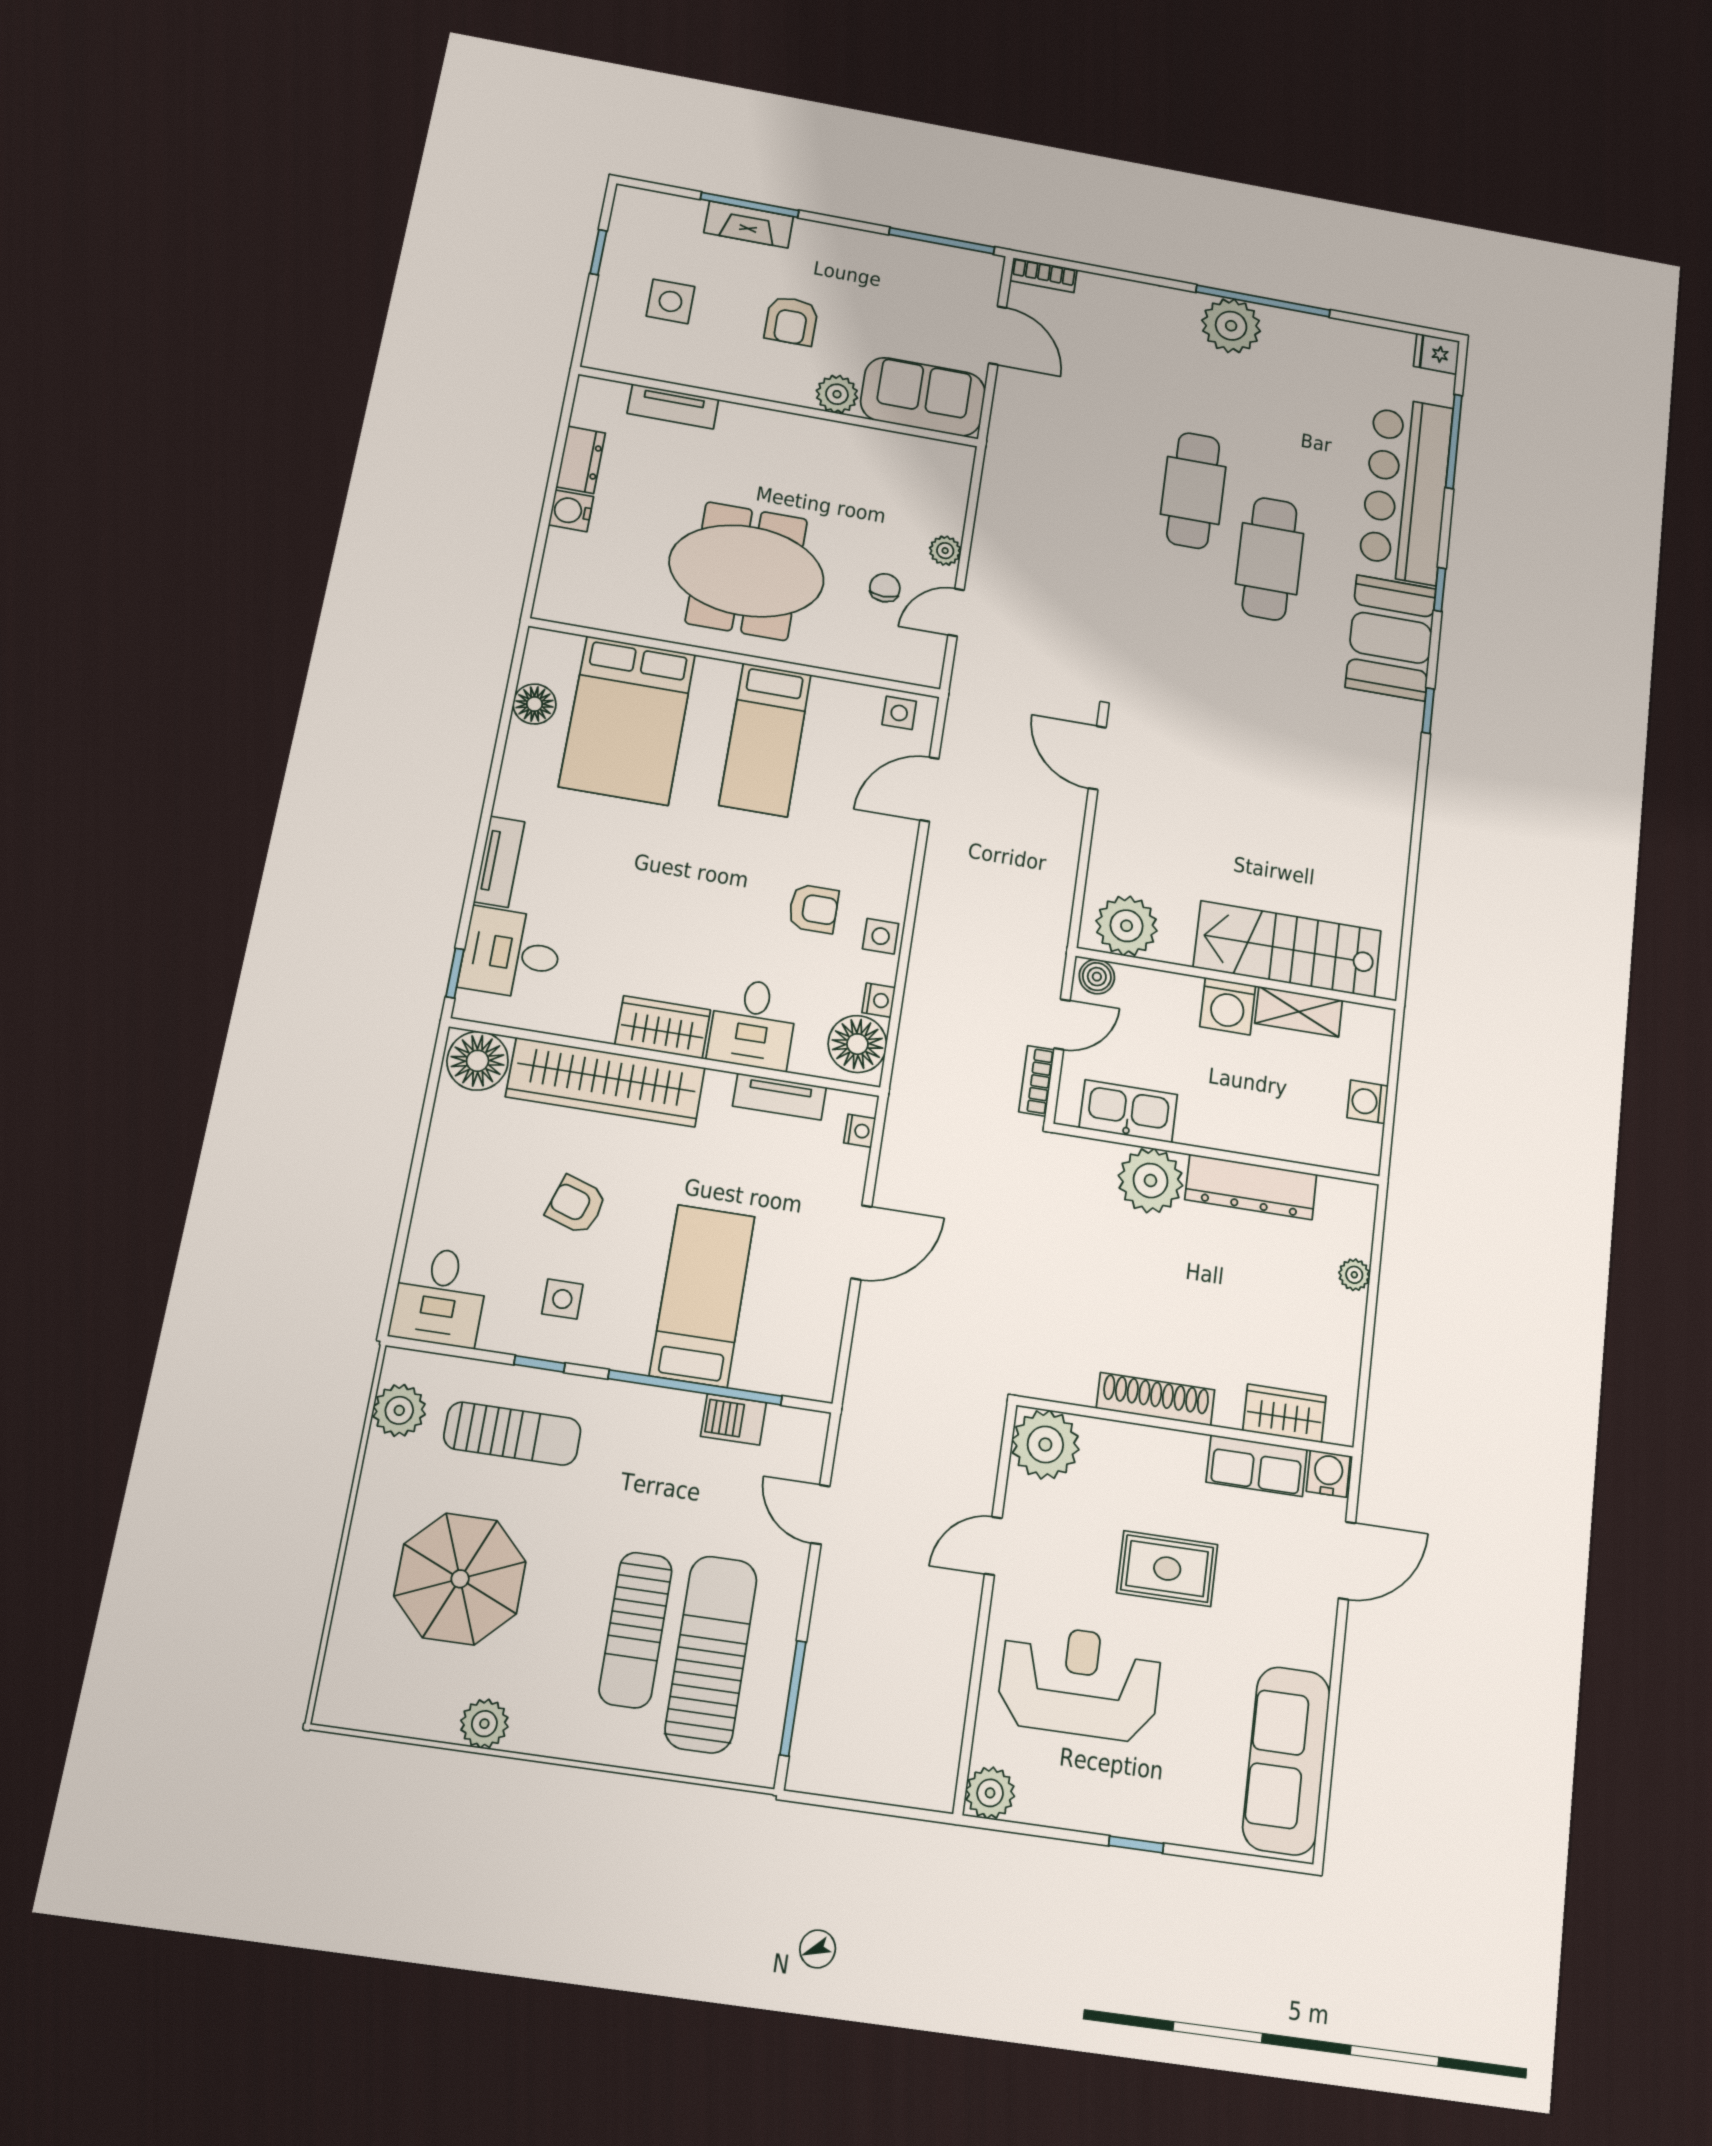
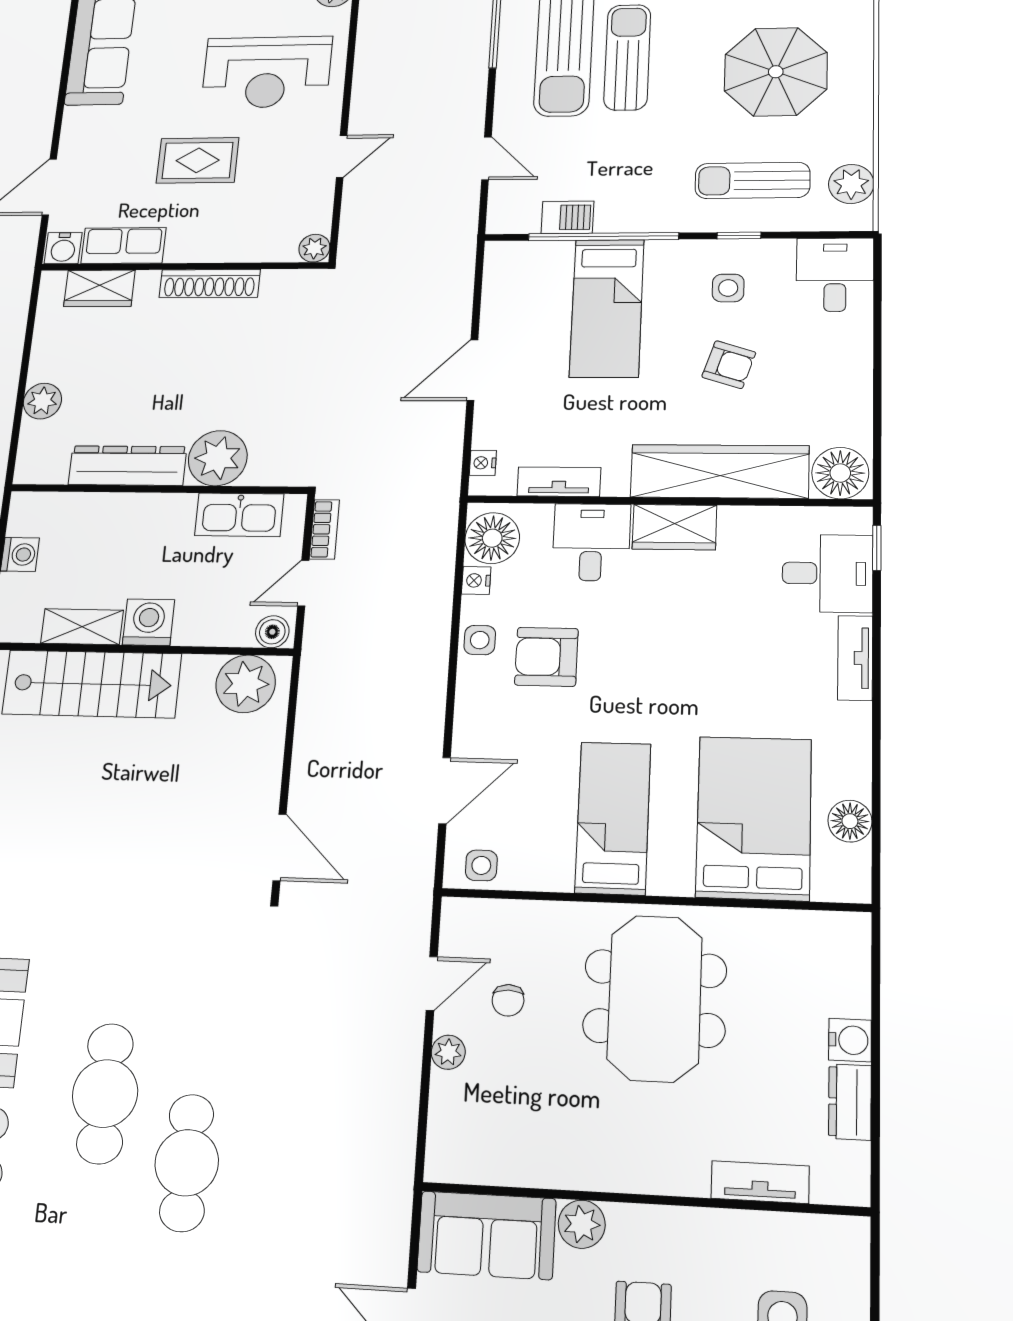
meeting table: (747, 571) -> (655, 998), turned 90
armchair: (813, 909) -> (546, 657), width x1.38, depth x1.38
plant: (1354, 1275) -> (42, 401), width x1.38, depth x1.38
plant: (1045, 1444) -> (314, 248), width x0.53, depth x0.53

